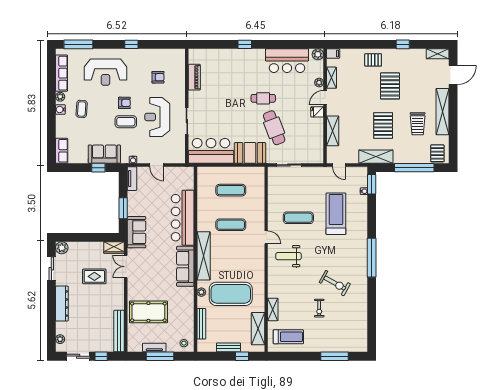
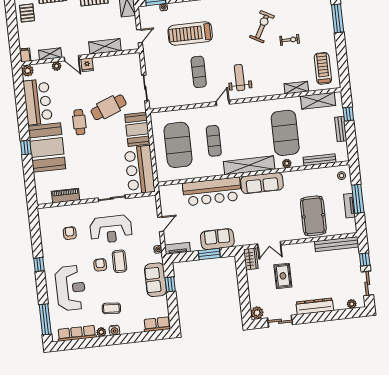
booth: (242, 64) -> (47, 148), added
exercise mat: (231, 190) -> (178, 145), width x2.00, depth x1.45
sofa: (136, 232) -> (217, 239), moved
weight bench: (289, 256) -> (240, 78), turned 180

